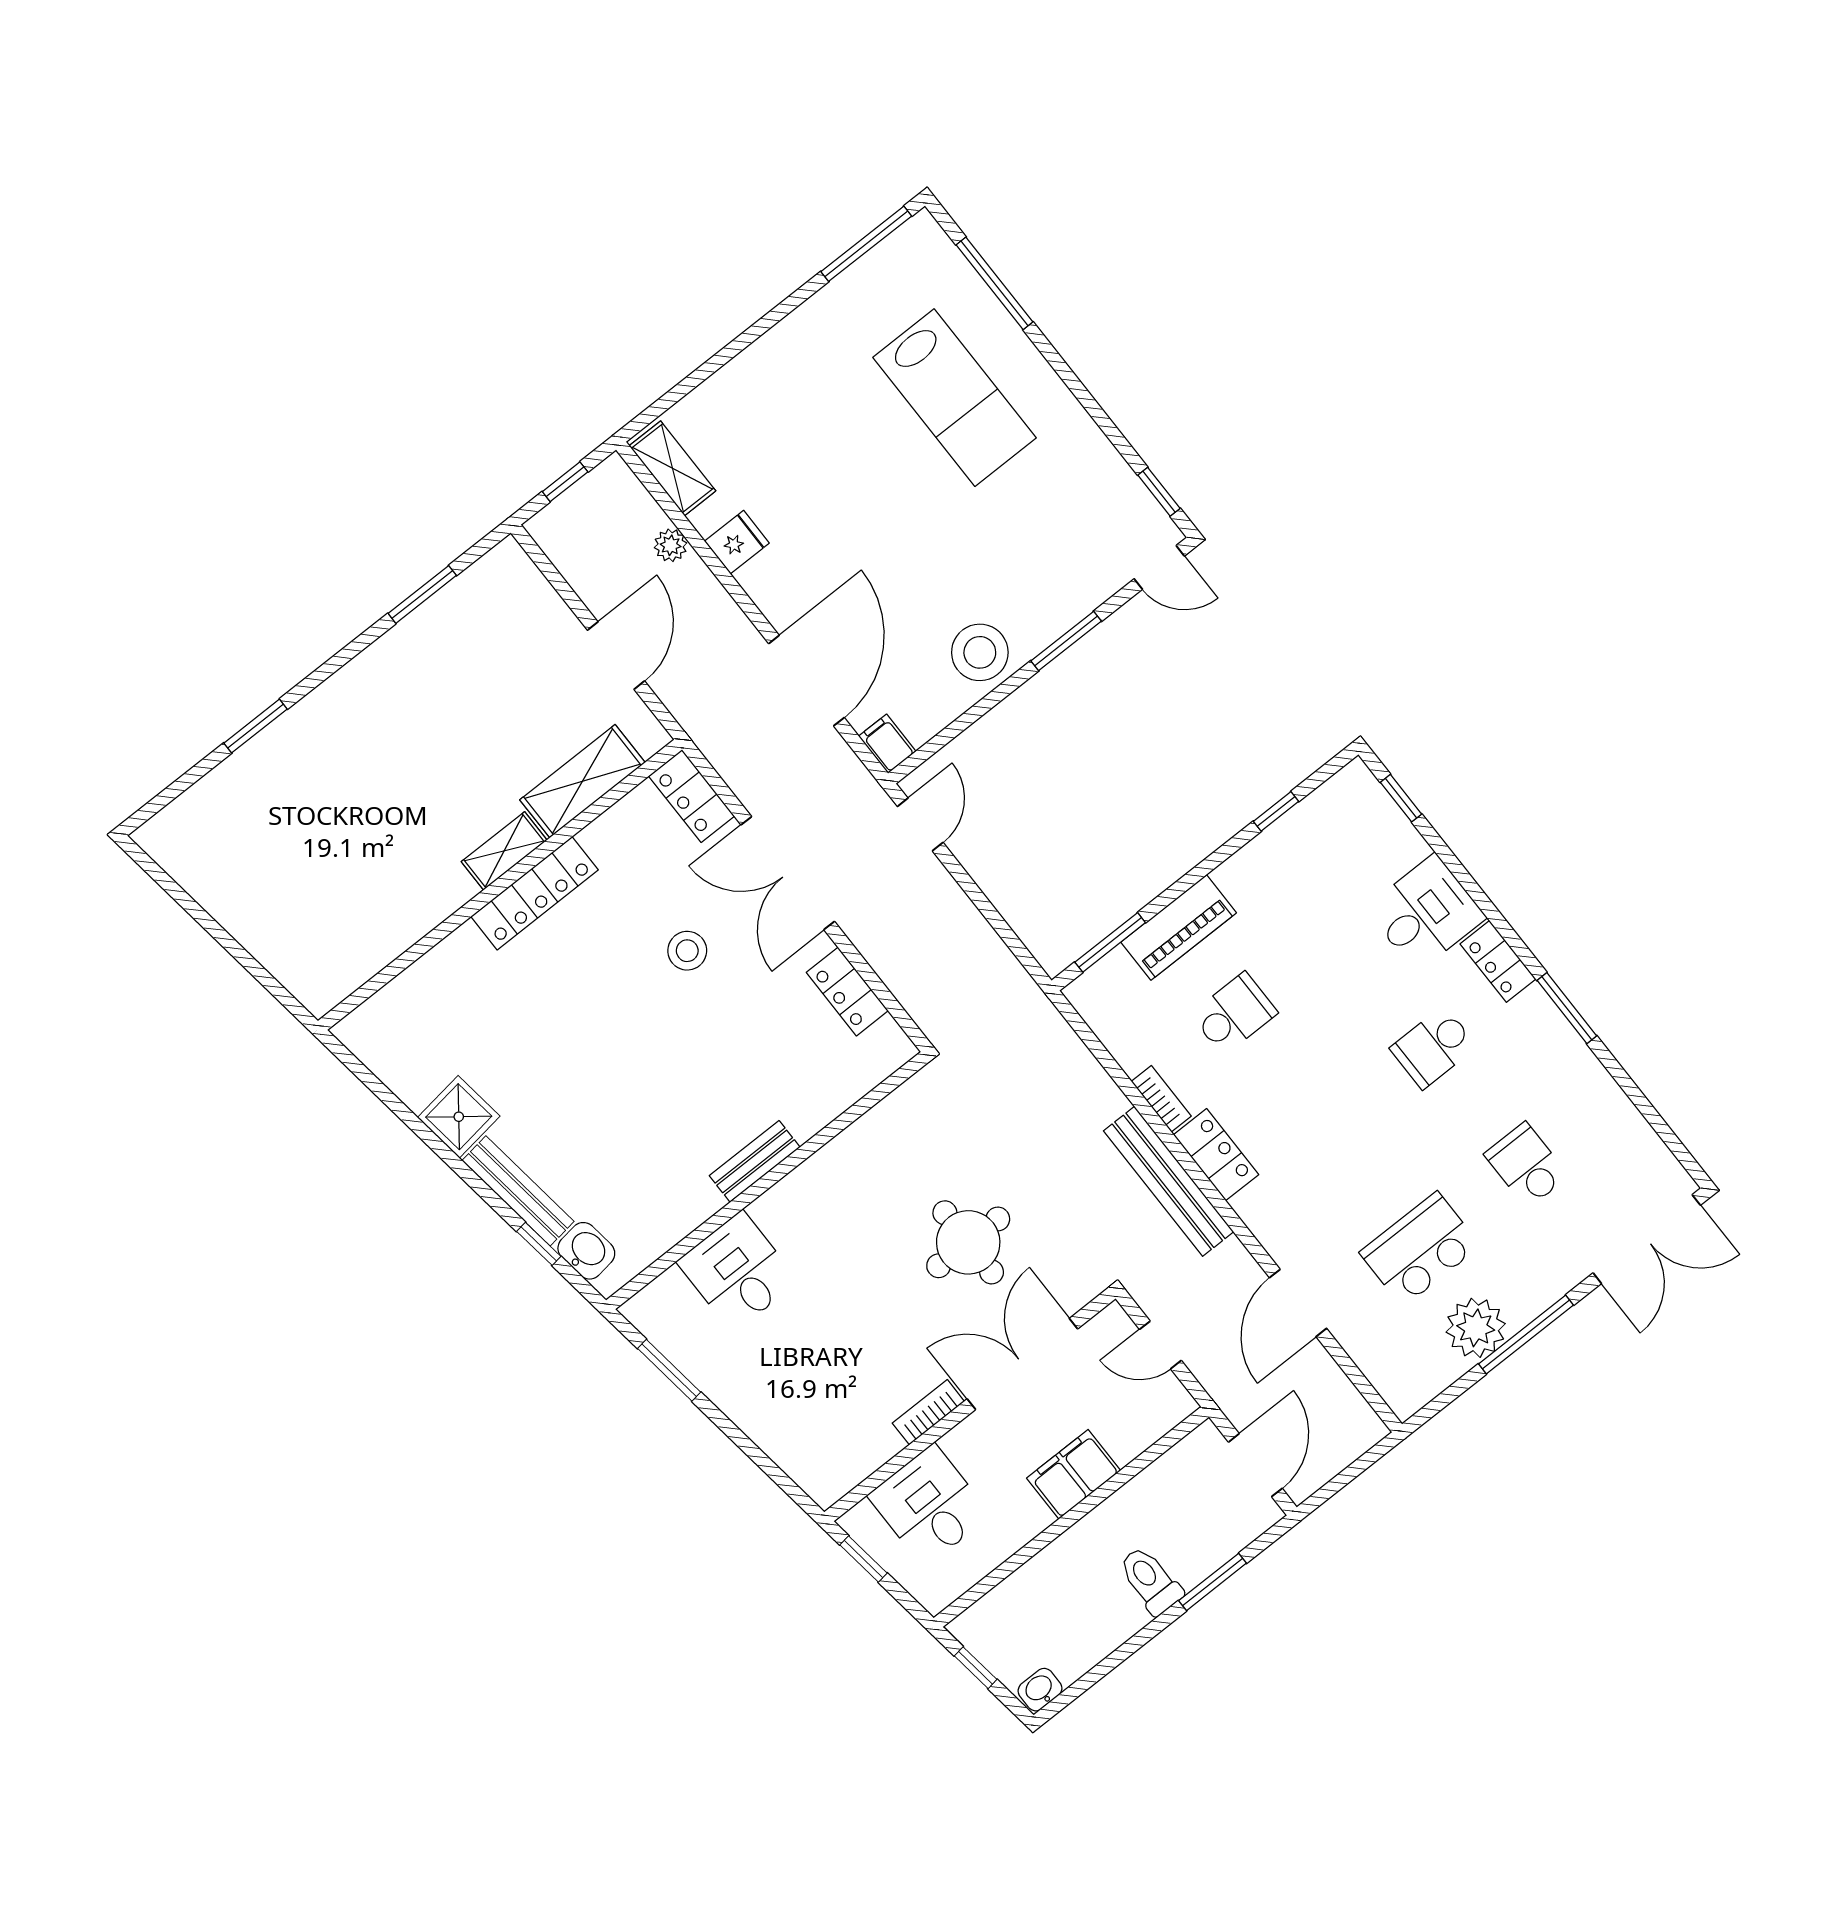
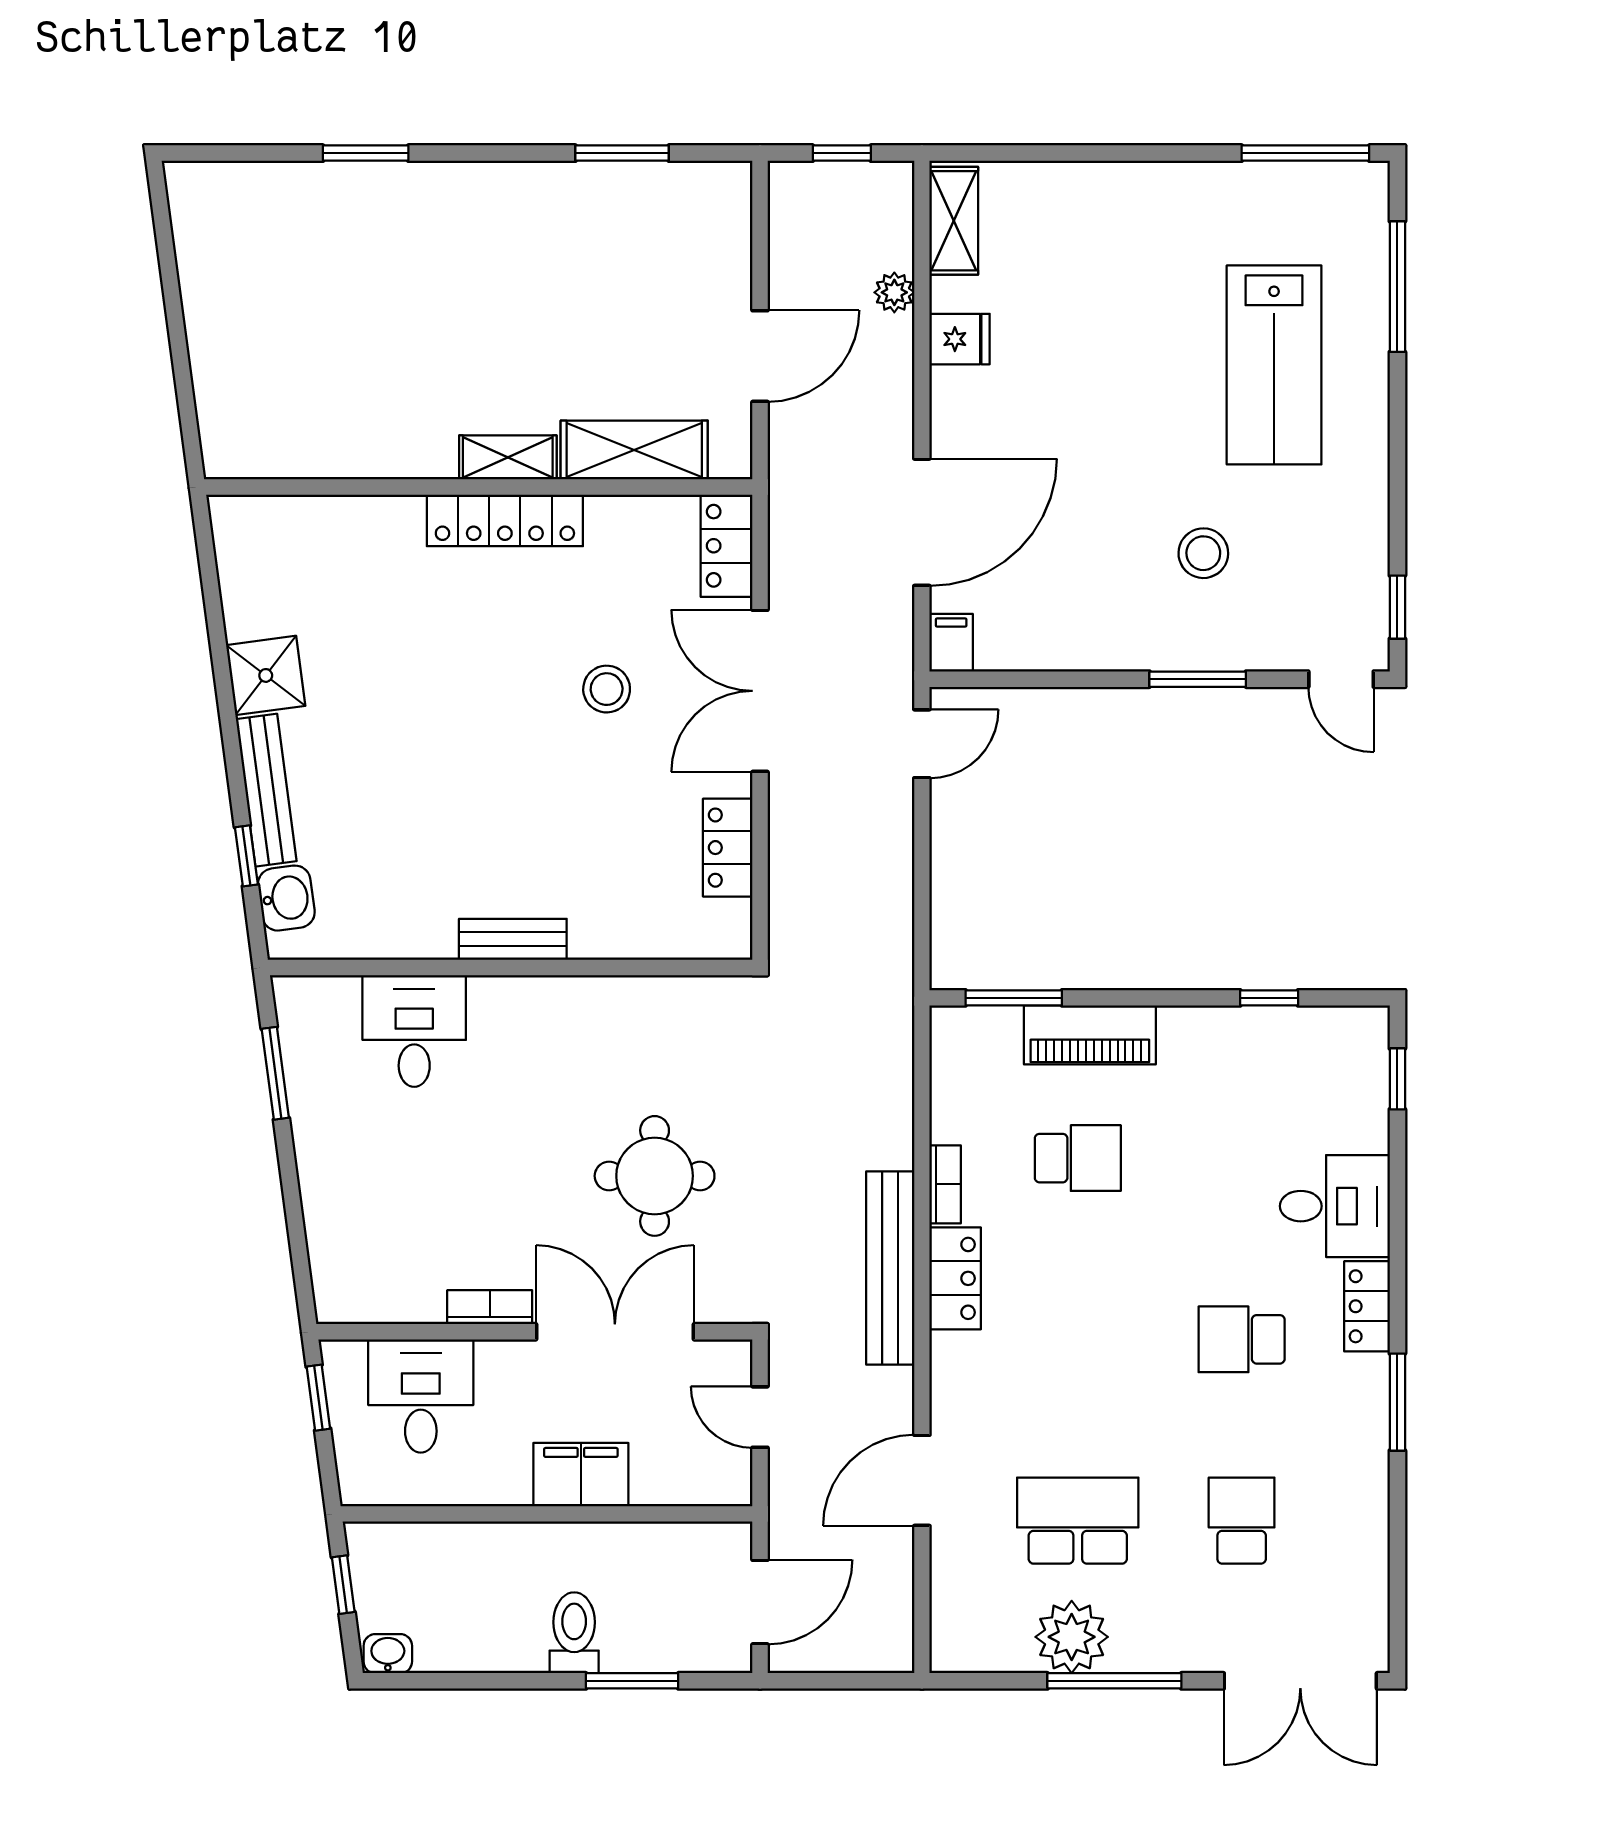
stool: (980, 652) -> (1203, 553), moved, width x0.73, depth x0.73

